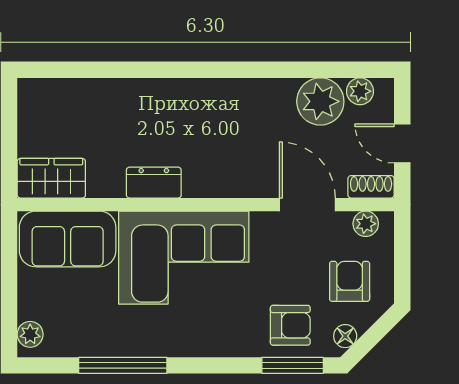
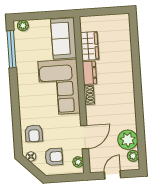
wardrobe: (51, 178) -> (89, 46), moved
shoe rack: (371, 187) -> (89, 95), moved
window: (123, 365) -> (12, 49), moved
window: (293, 365) -> (17, 135), removed

